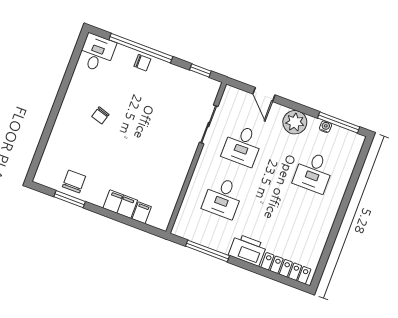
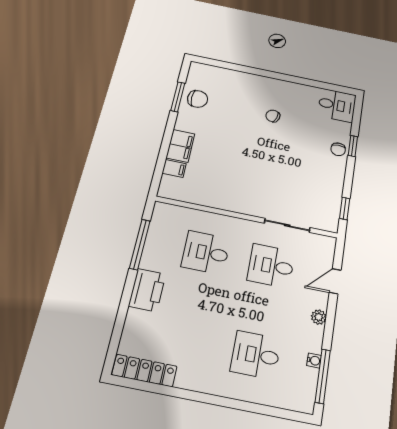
window: (141, 48) -> (353, 146), width x0.32
plant: (295, 122) -> (319, 317), width x0.53, depth x0.53
locker: (286, 268) -> (144, 371), moved, turned -90

